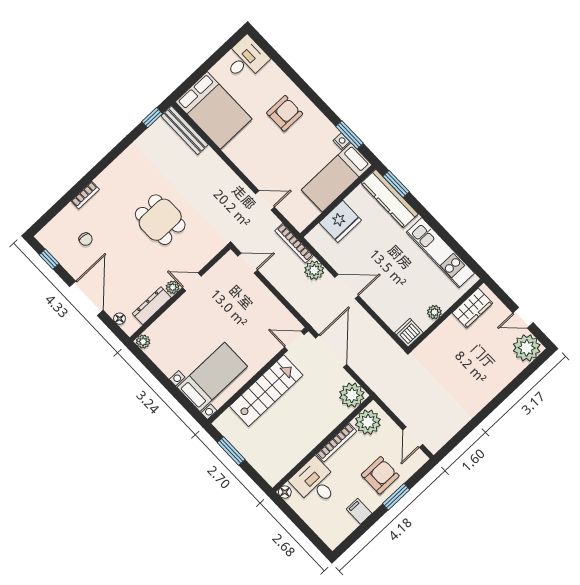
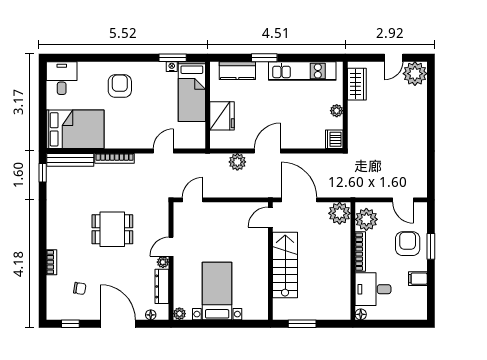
window: (396, 184) -> (264, 58), moved
kitchen counter: (390, 198) -> (237, 71), width x0.67
bookcase: (294, 243) -> (115, 158), moved
bed with nightstands: (212, 377) -> (217, 291), moved

